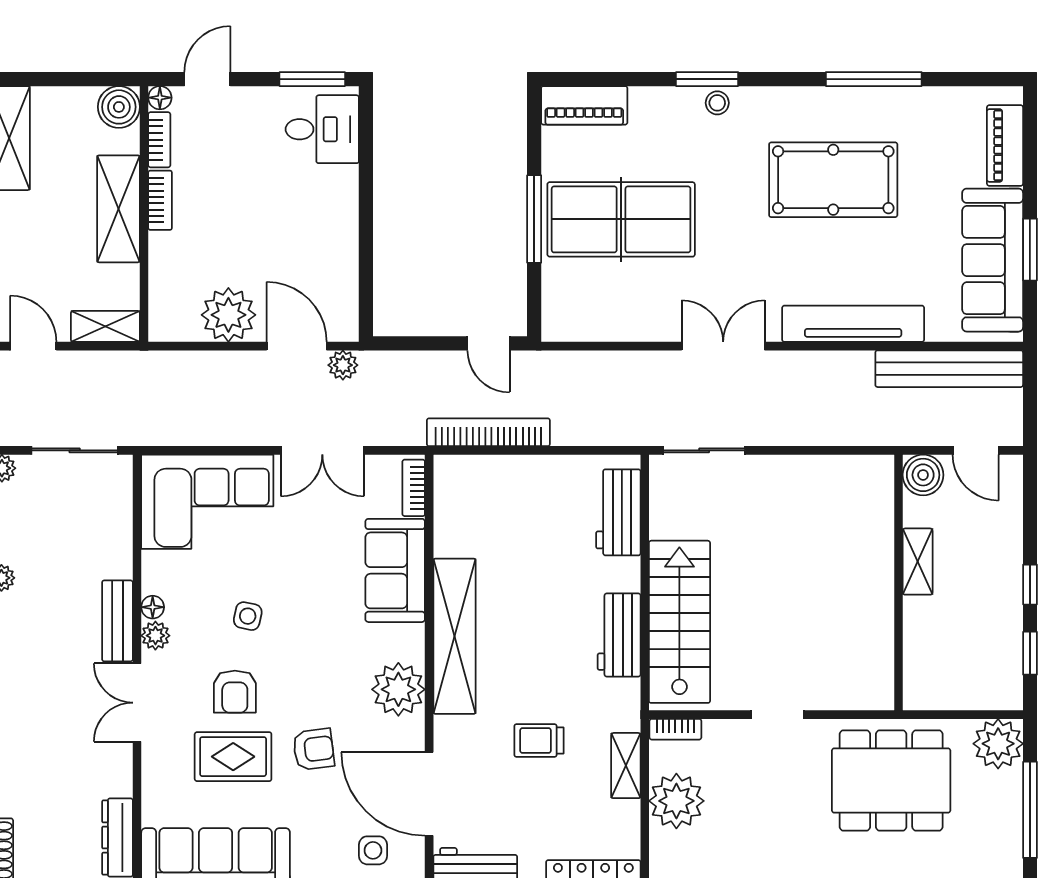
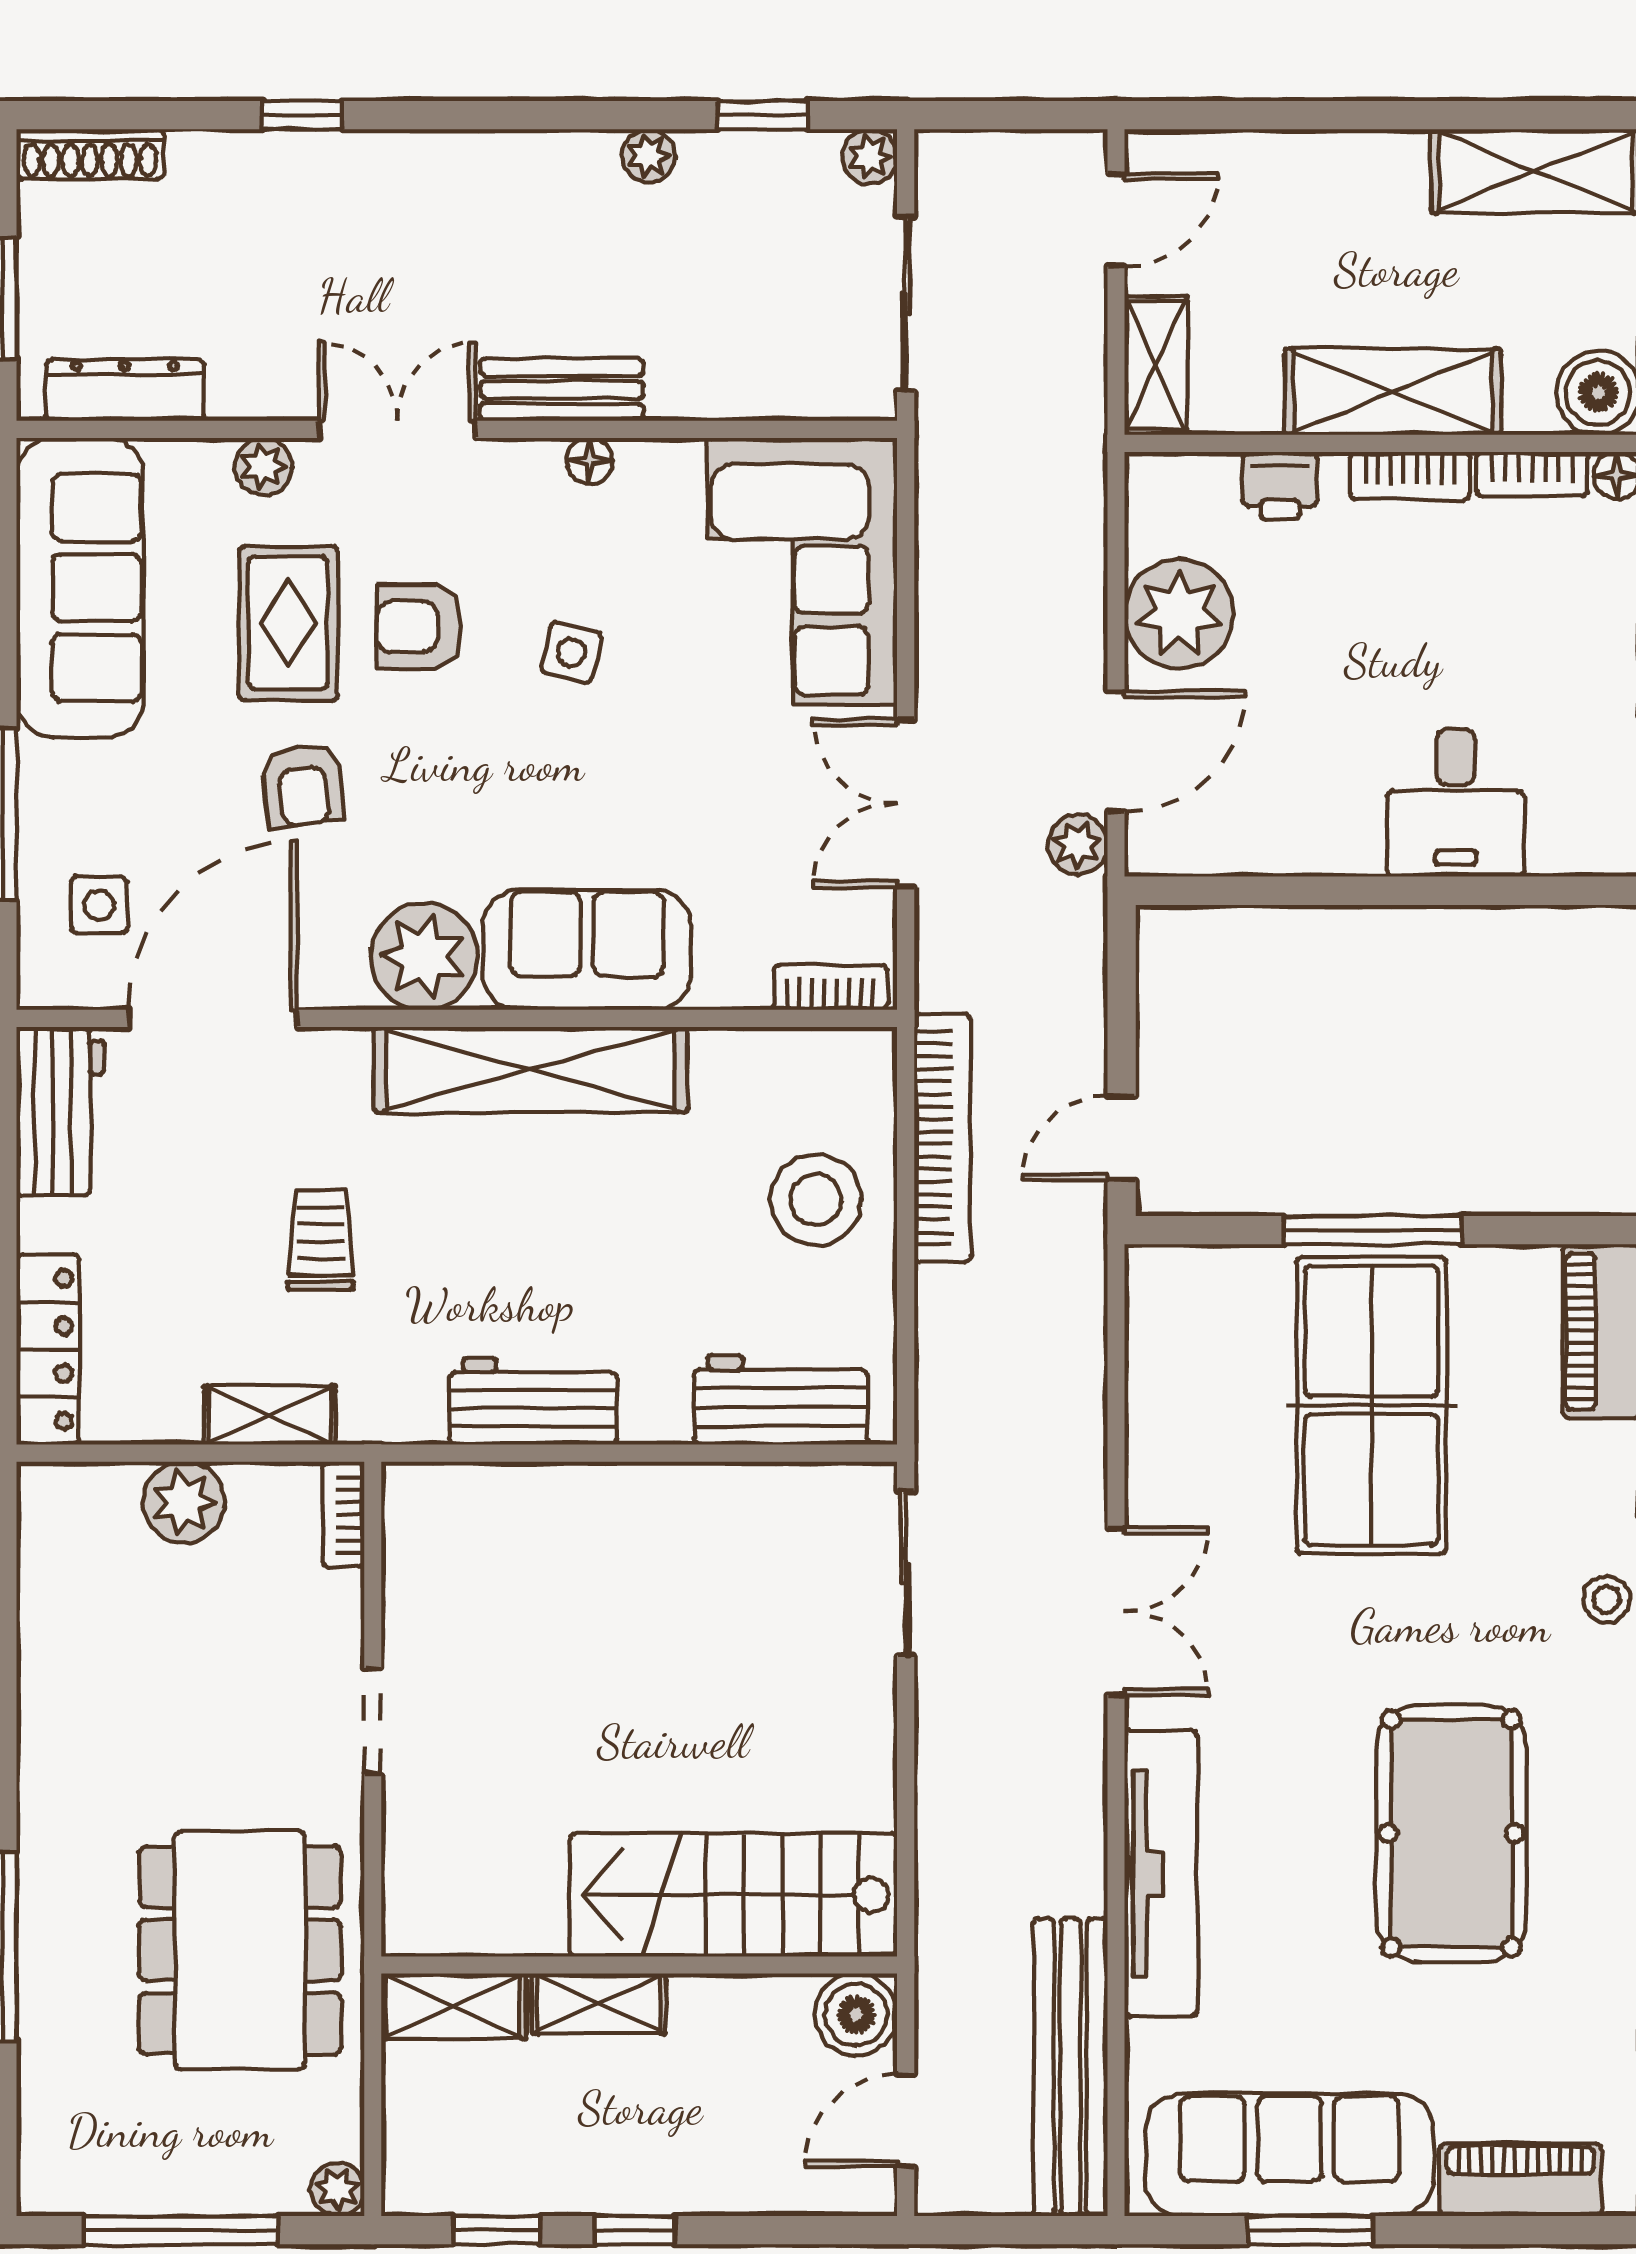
desk: (322, 129) -> (1456, 803), moved
printer: (165, 265) -> (1280, 486), added
stool: (519, 495) -> (816, 1200), added
shelving: (918, 562) -> (599, 2003), moved
sofa: (395, 570) -> (587, 950), moved
stairs: (679, 622) -> (734, 1895), moved, turned 180
plant: (155, 636) -> (263, 466), moved
shelving: (919, 674) -> (454, 2006), added
plant: (998, 744) -> (337, 2189), width x0.53, depth x0.53
plant: (676, 801) -> (184, 1502), width x0.73, depth x0.73

